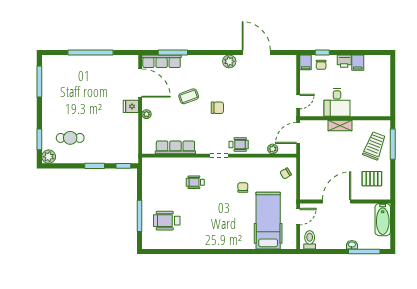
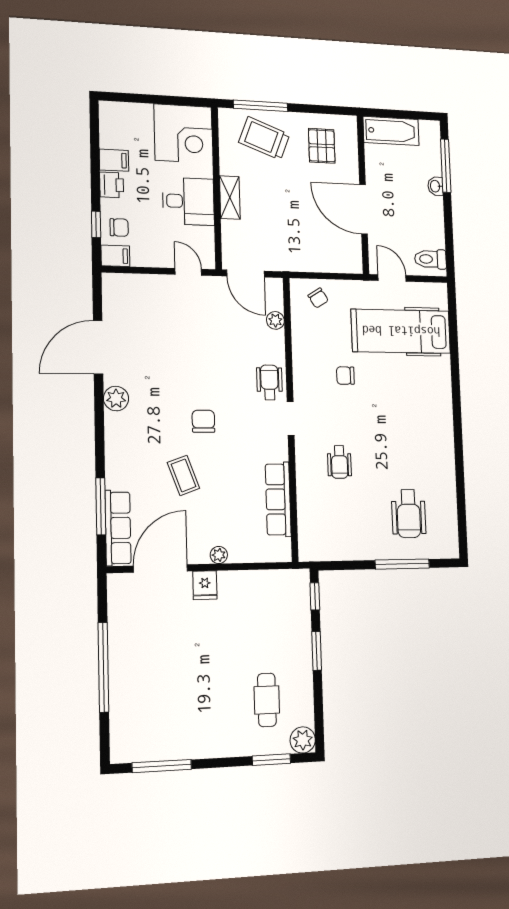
corner desk: (375, 101) -> (183, 134), added

